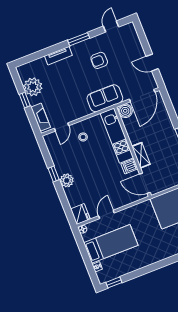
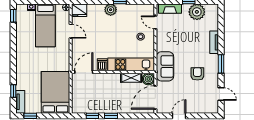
door: (142, 96) -> (155, 97), hinge flipped
shelving: (141, 155) -> (131, 78), moved

